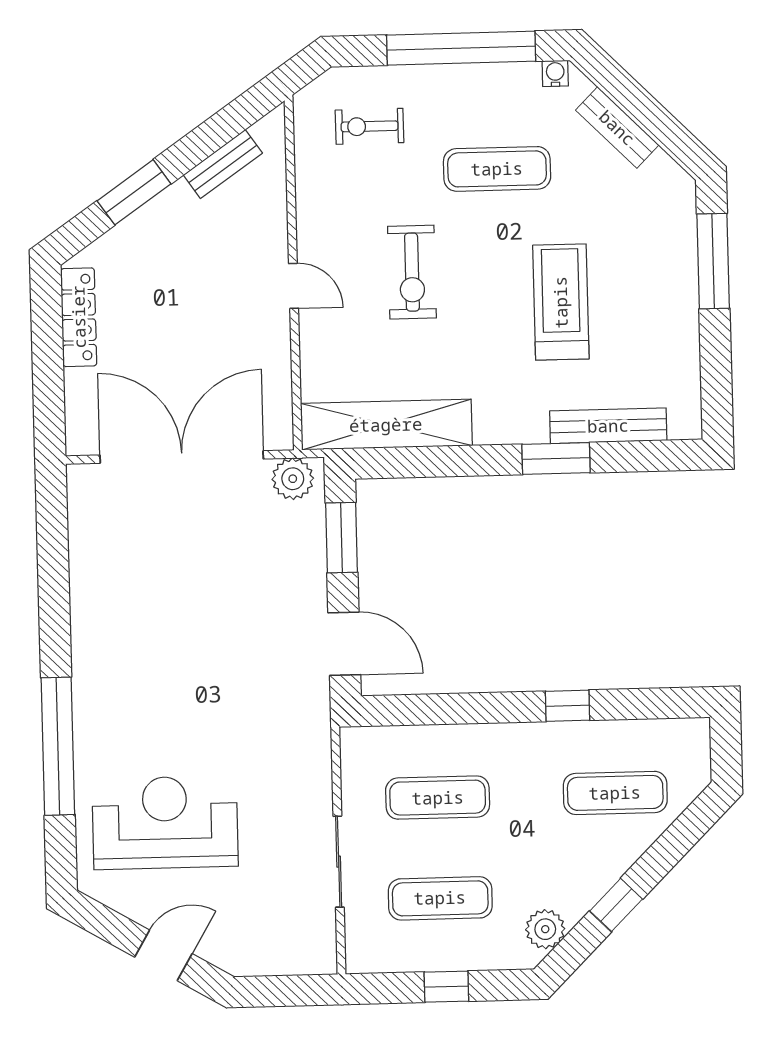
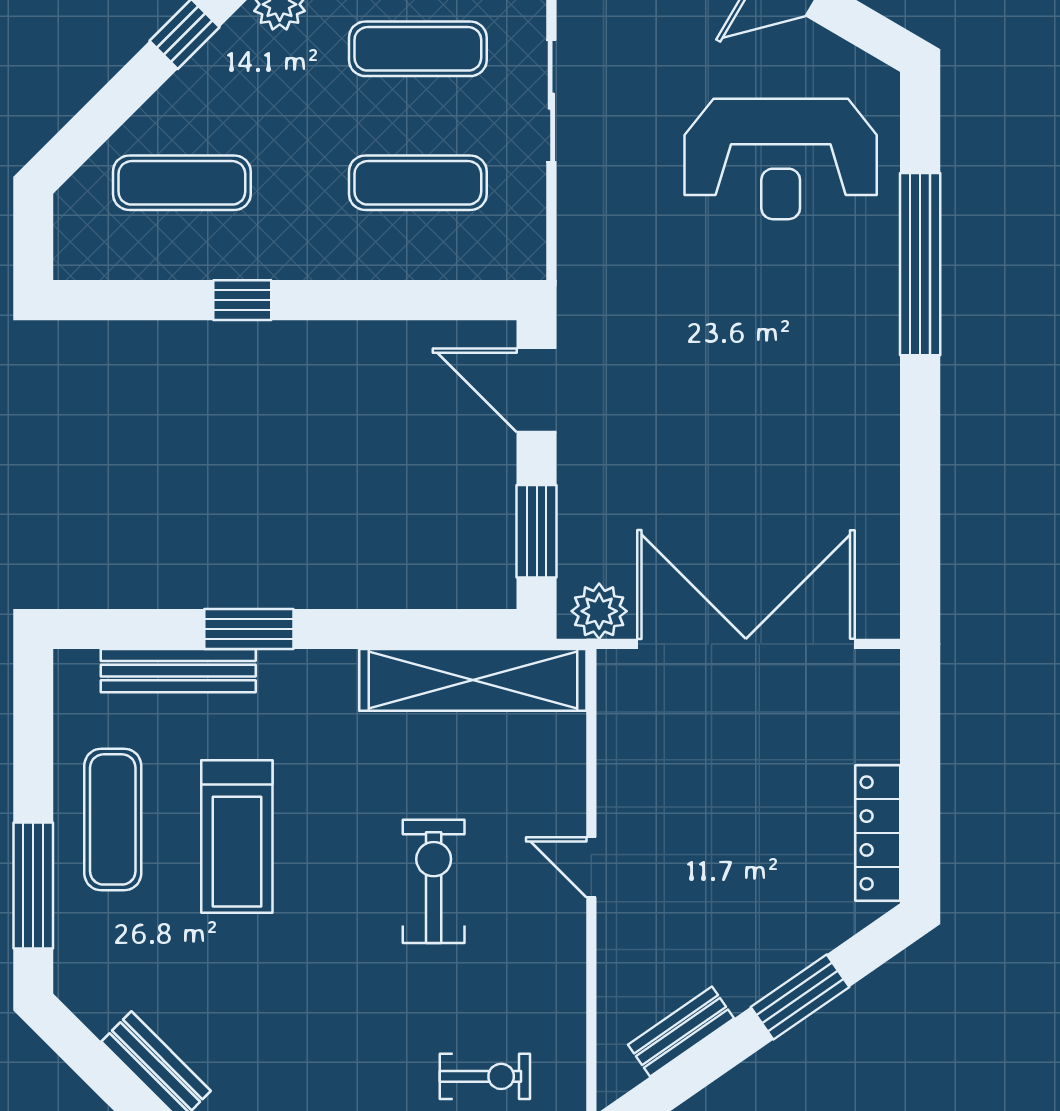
exercise mat: (497, 169) -> (113, 819), moved, turned 90
double door: (182, 457) -> (746, 644), swing flipped

